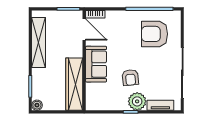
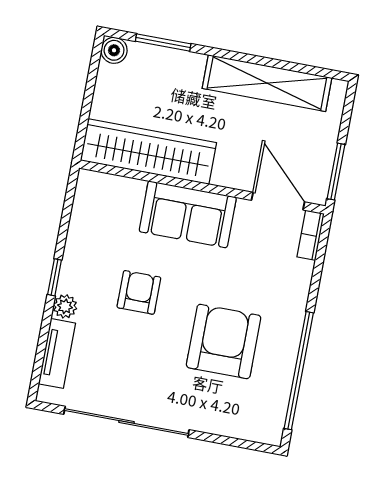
door: (84, 30) -> (278, 201), swing flipped
armchair: (155, 34) -> (224, 341), moved
armchair: (130, 78) -> (139, 292), turned 96
plant: (137, 101) -> (65, 306), width x0.53, depth x0.53

